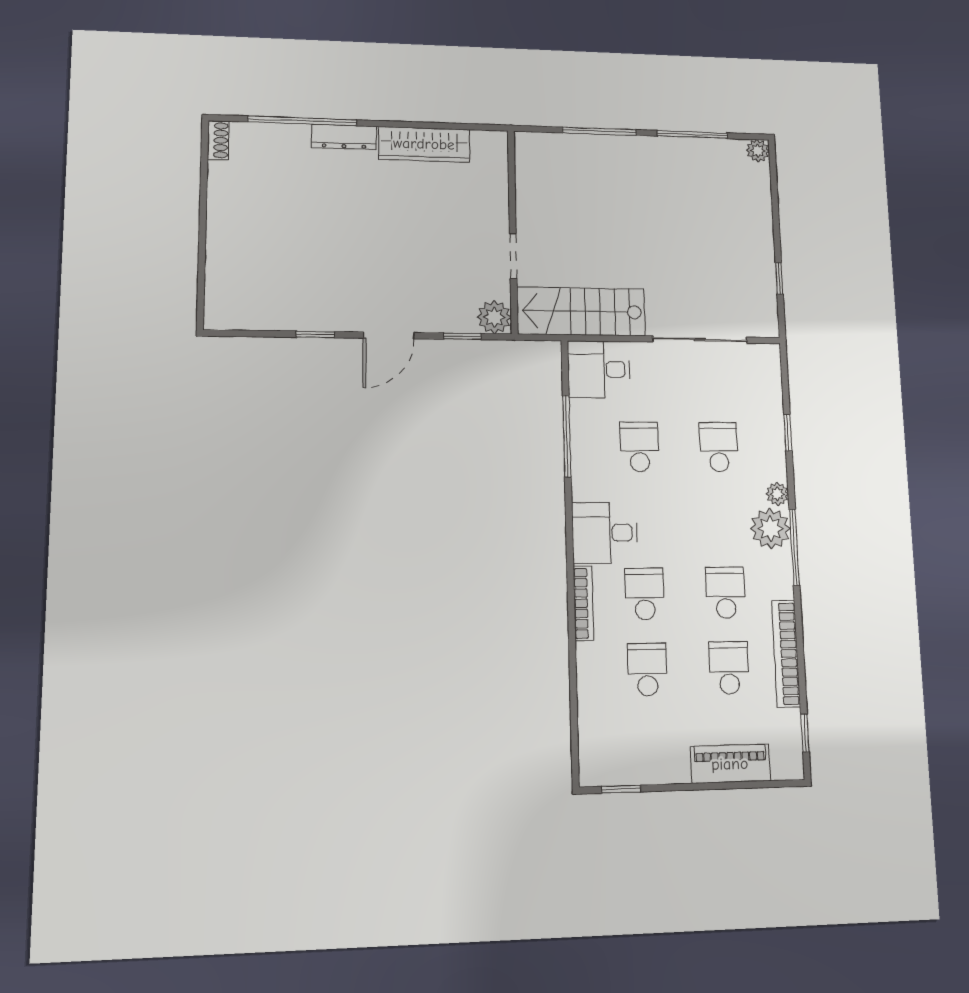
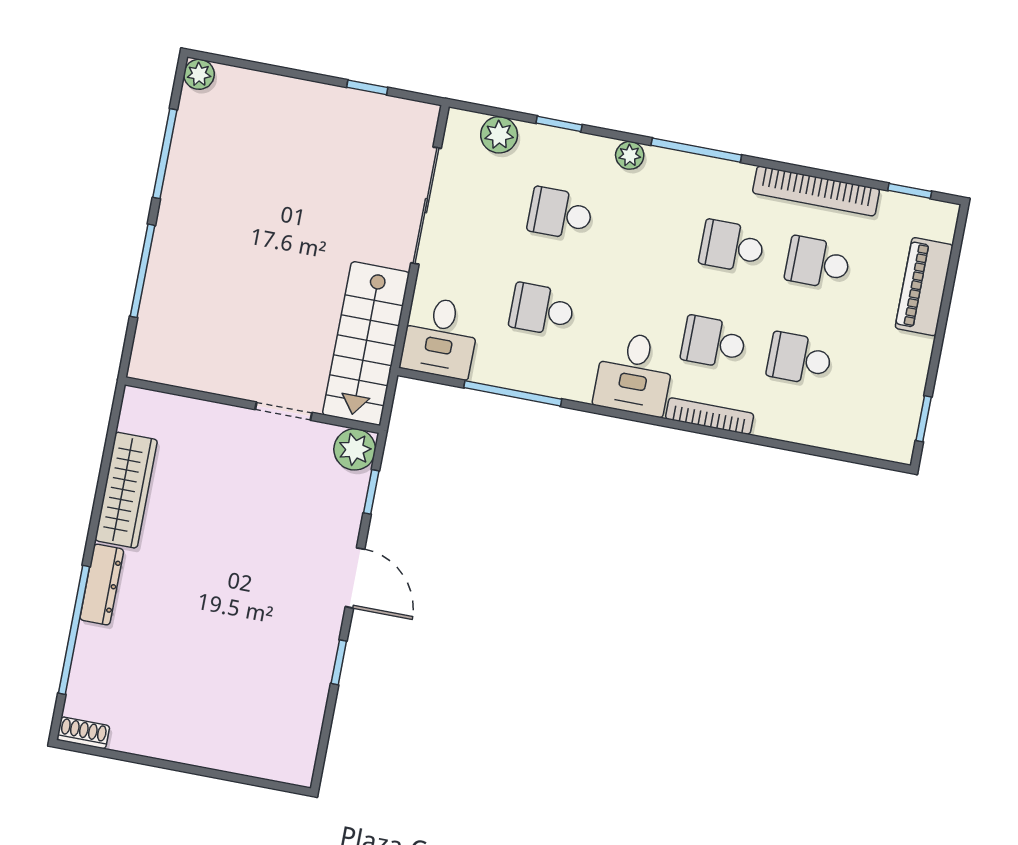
plant: (770, 529) -> (499, 135), moved, width x0.73, depth x0.73

